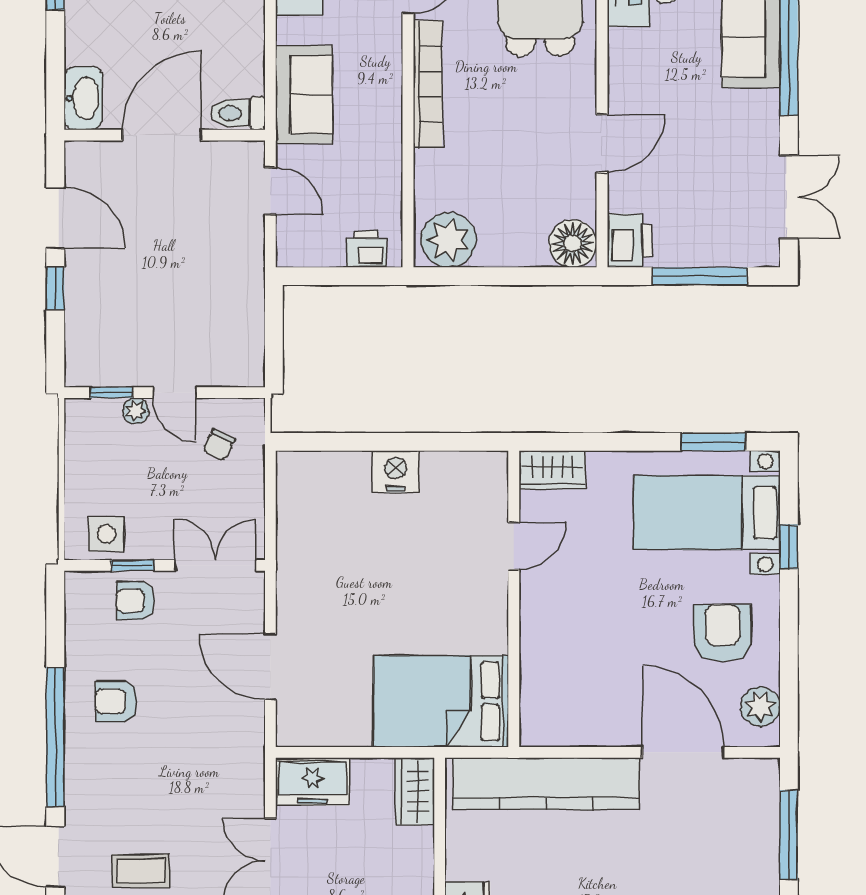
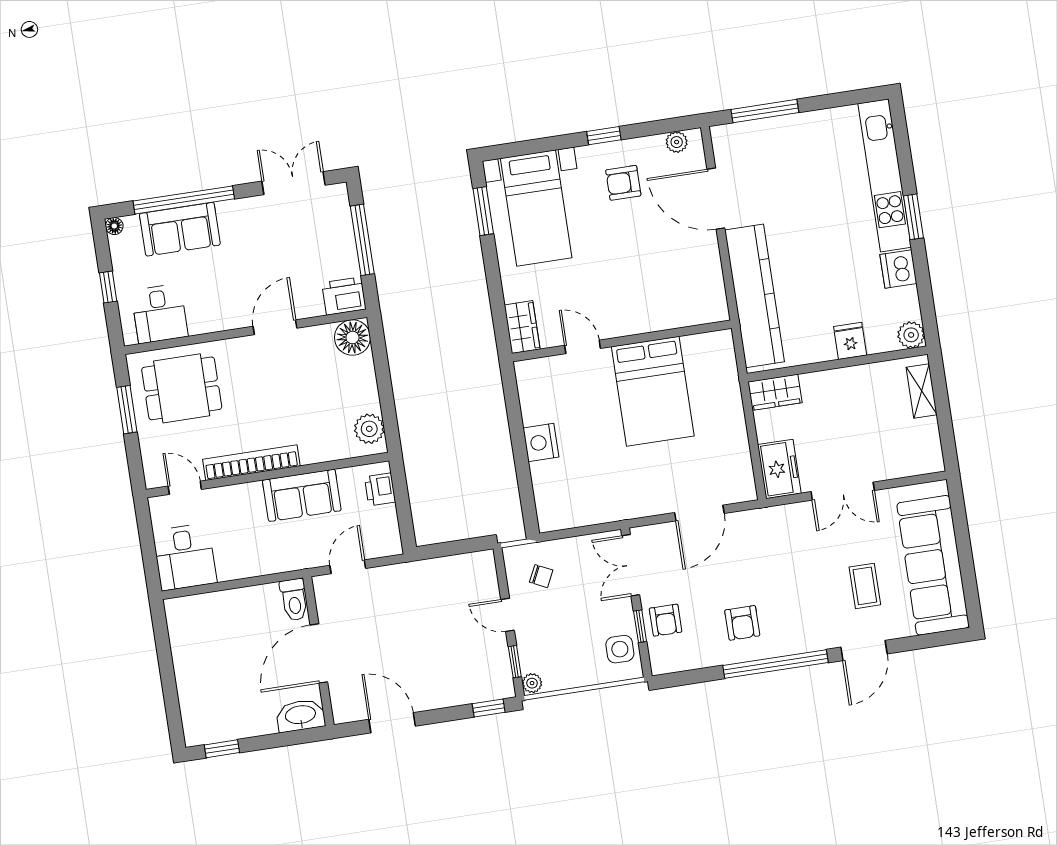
sofa: (304, 94) -> (302, 495), moved, turned 180
door: (162, 135) -> (319, 653), hinge flipped
door: (602, 143) -> (275, 327), hinge flipped
door: (55, 218) -> (392, 723), hinge flipped
plant: (449, 240) -> (369, 429), width x0.73, depth x0.73
window: (55, 288) -> (489, 708), moved
door: (175, 393) -> (508, 615), swing flipped
plant: (136, 411) -> (532, 683), moved
window: (789, 547) -> (604, 136), moved
armchair: (723, 633) -> (623, 183), width x0.72, depth x0.72
bed: (441, 701) -> (653, 391), moved
plant: (760, 706) -> (677, 142), width x0.73, depth x0.73
door: (683, 752) -> (716, 199), hinge flipped

